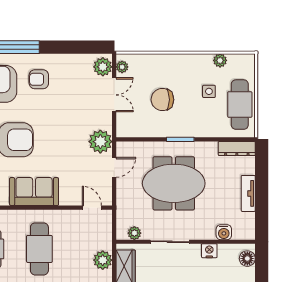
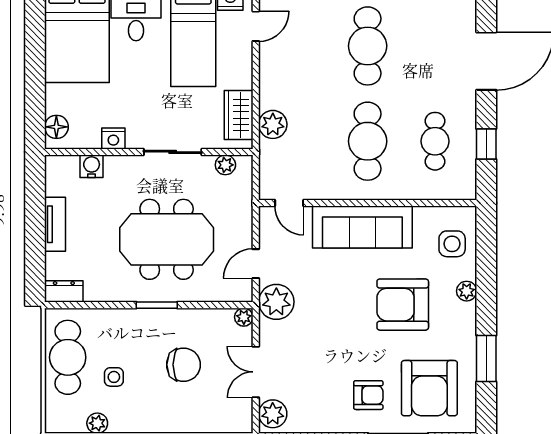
plant: (122, 67) -> (244, 317), moved
dresser: (237, 149) -> (64, 291), width x0.70
sofa: (34, 192) -> (362, 227), width x1.36

